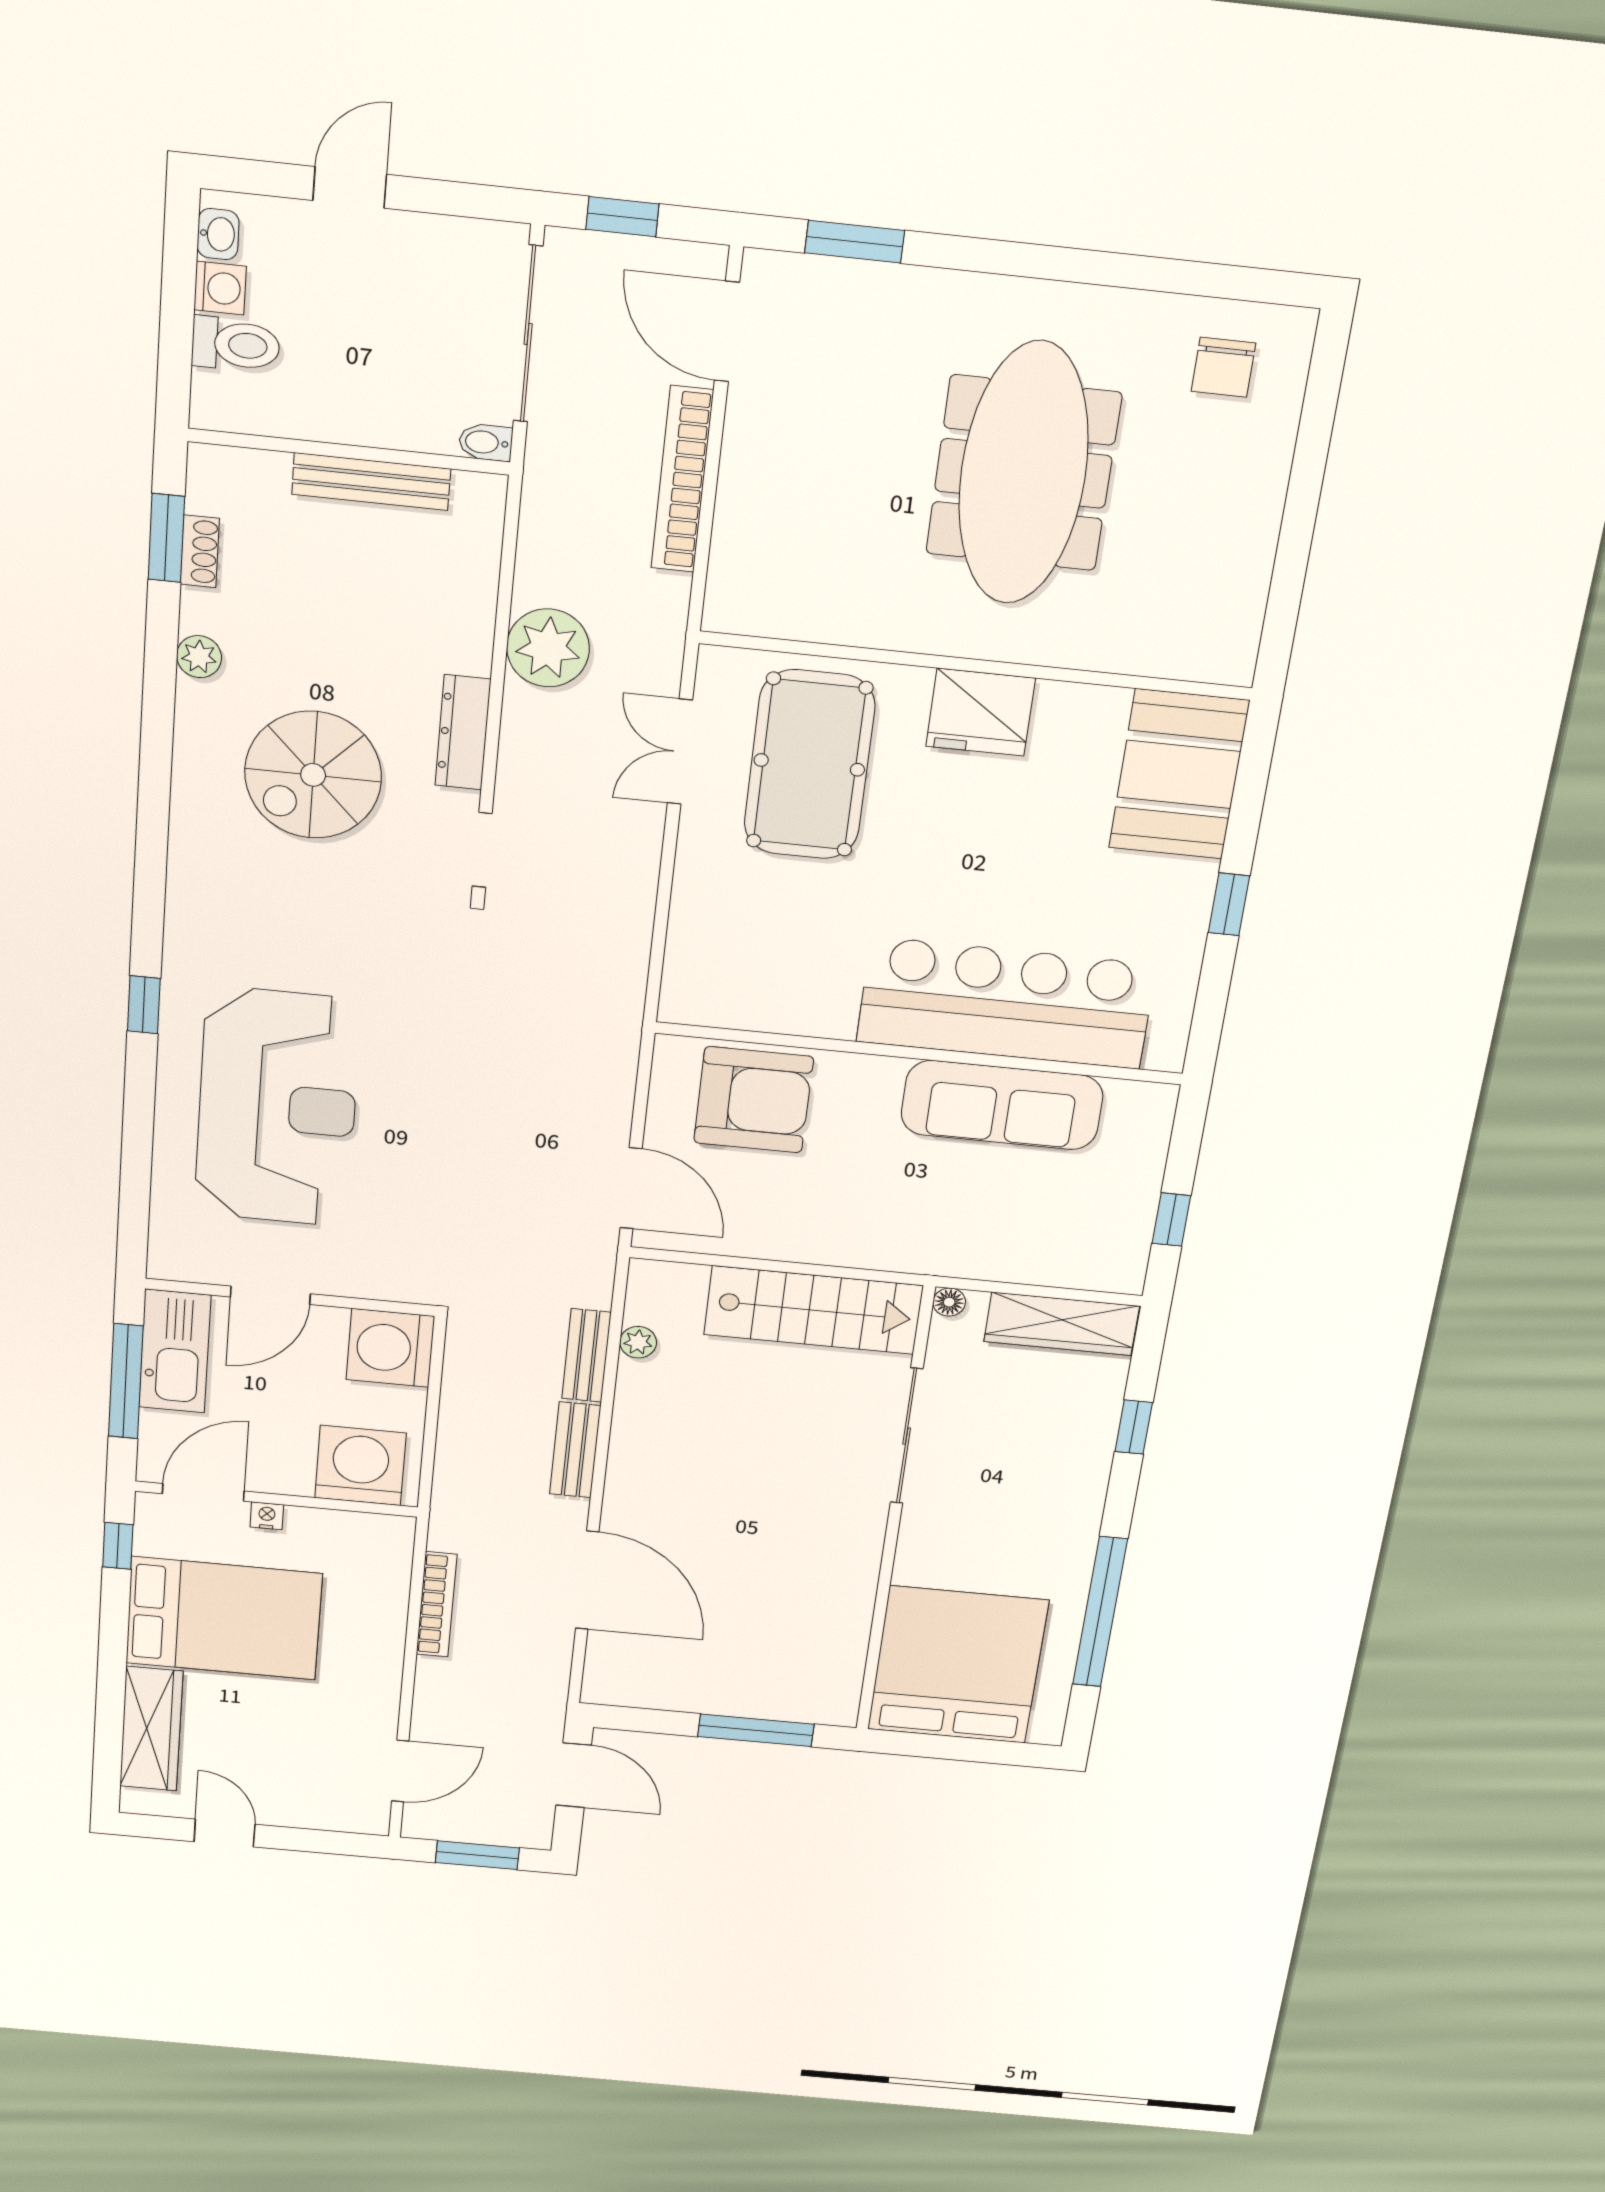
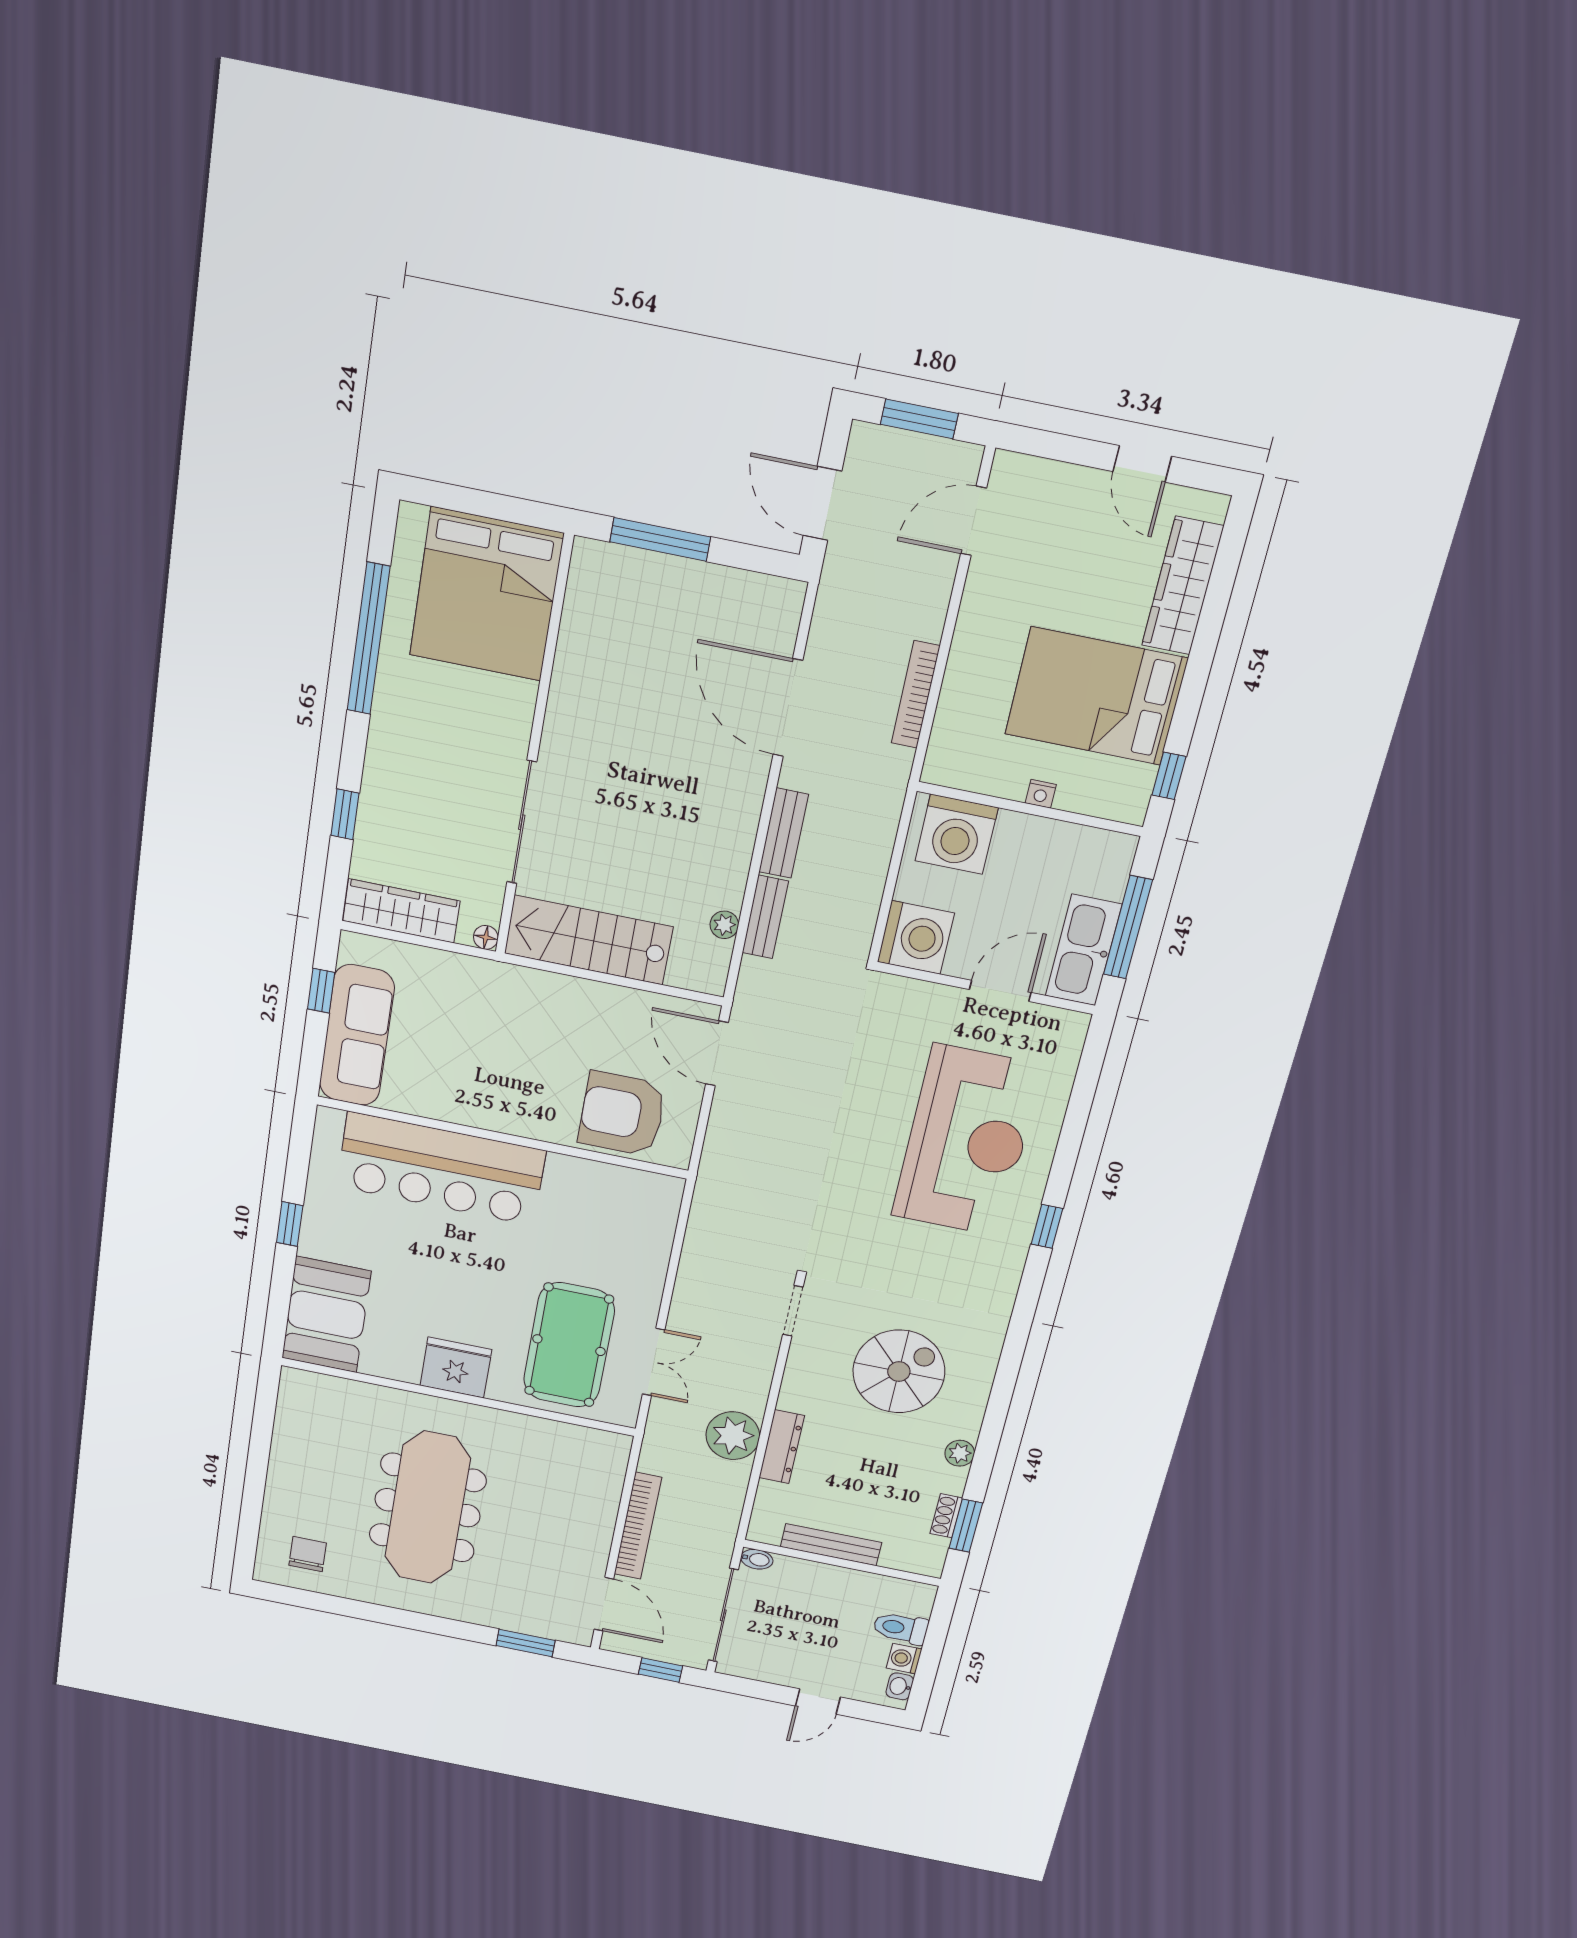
dresser: (463, 732) -> (782, 1447), moved
sofa: (1002, 1105) -> (357, 1035), moved, turned 90
reception desk: (277, 1107) -> (967, 1141), turned 180
door: (203, 1492) -> (1088, 821), removed

